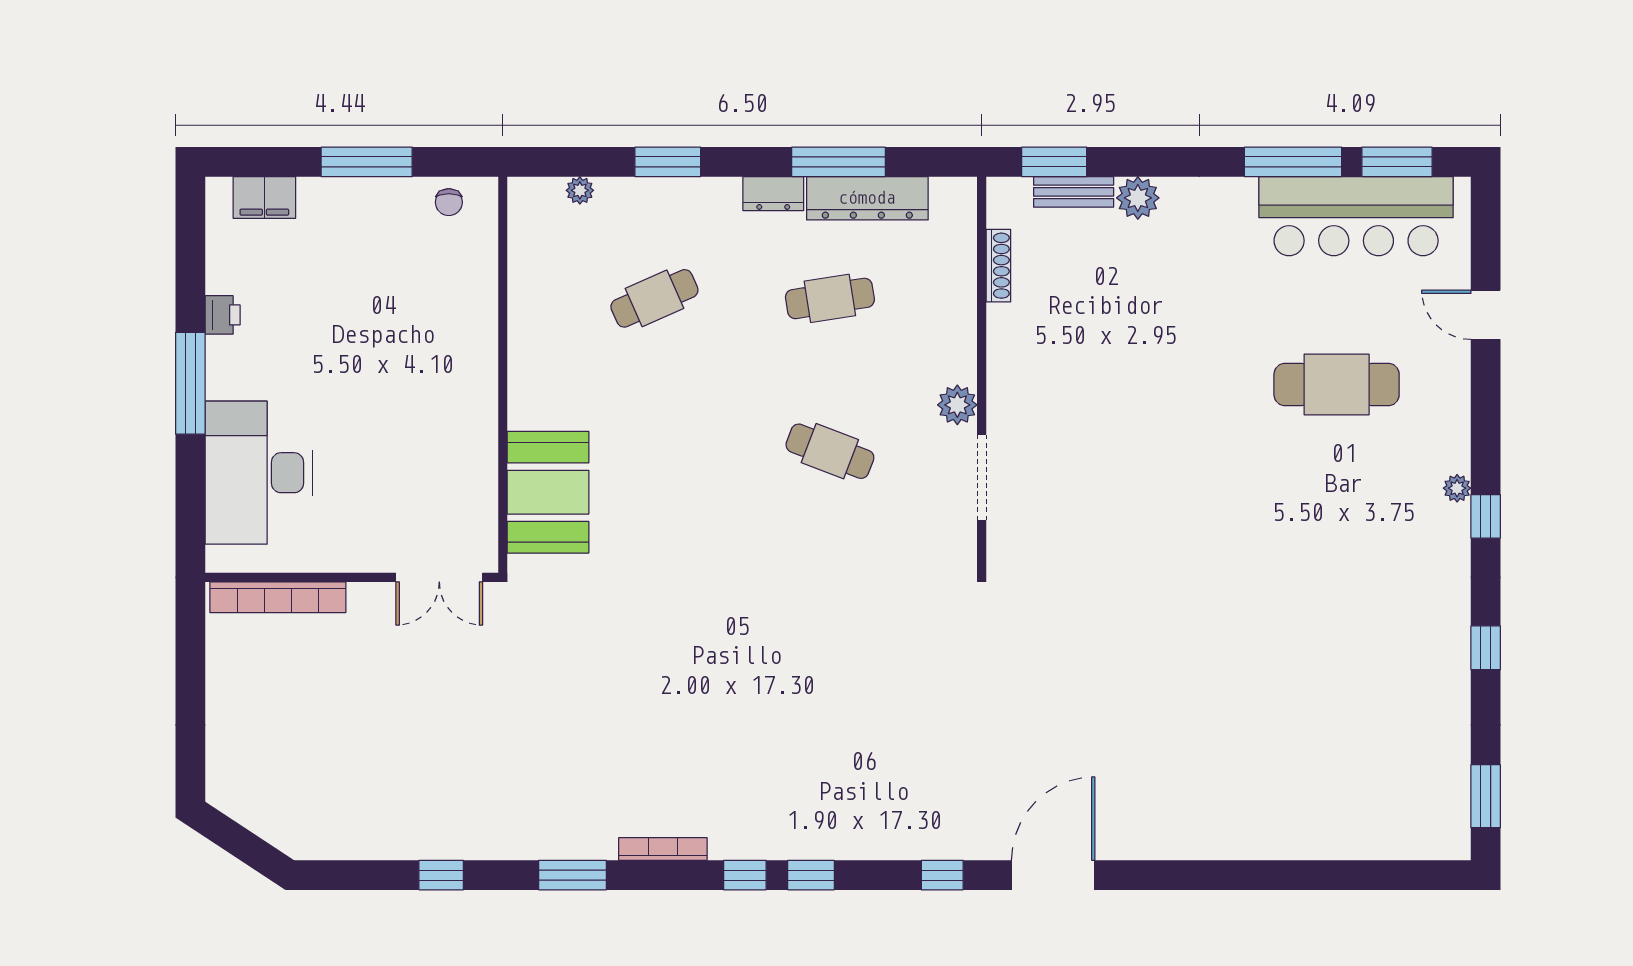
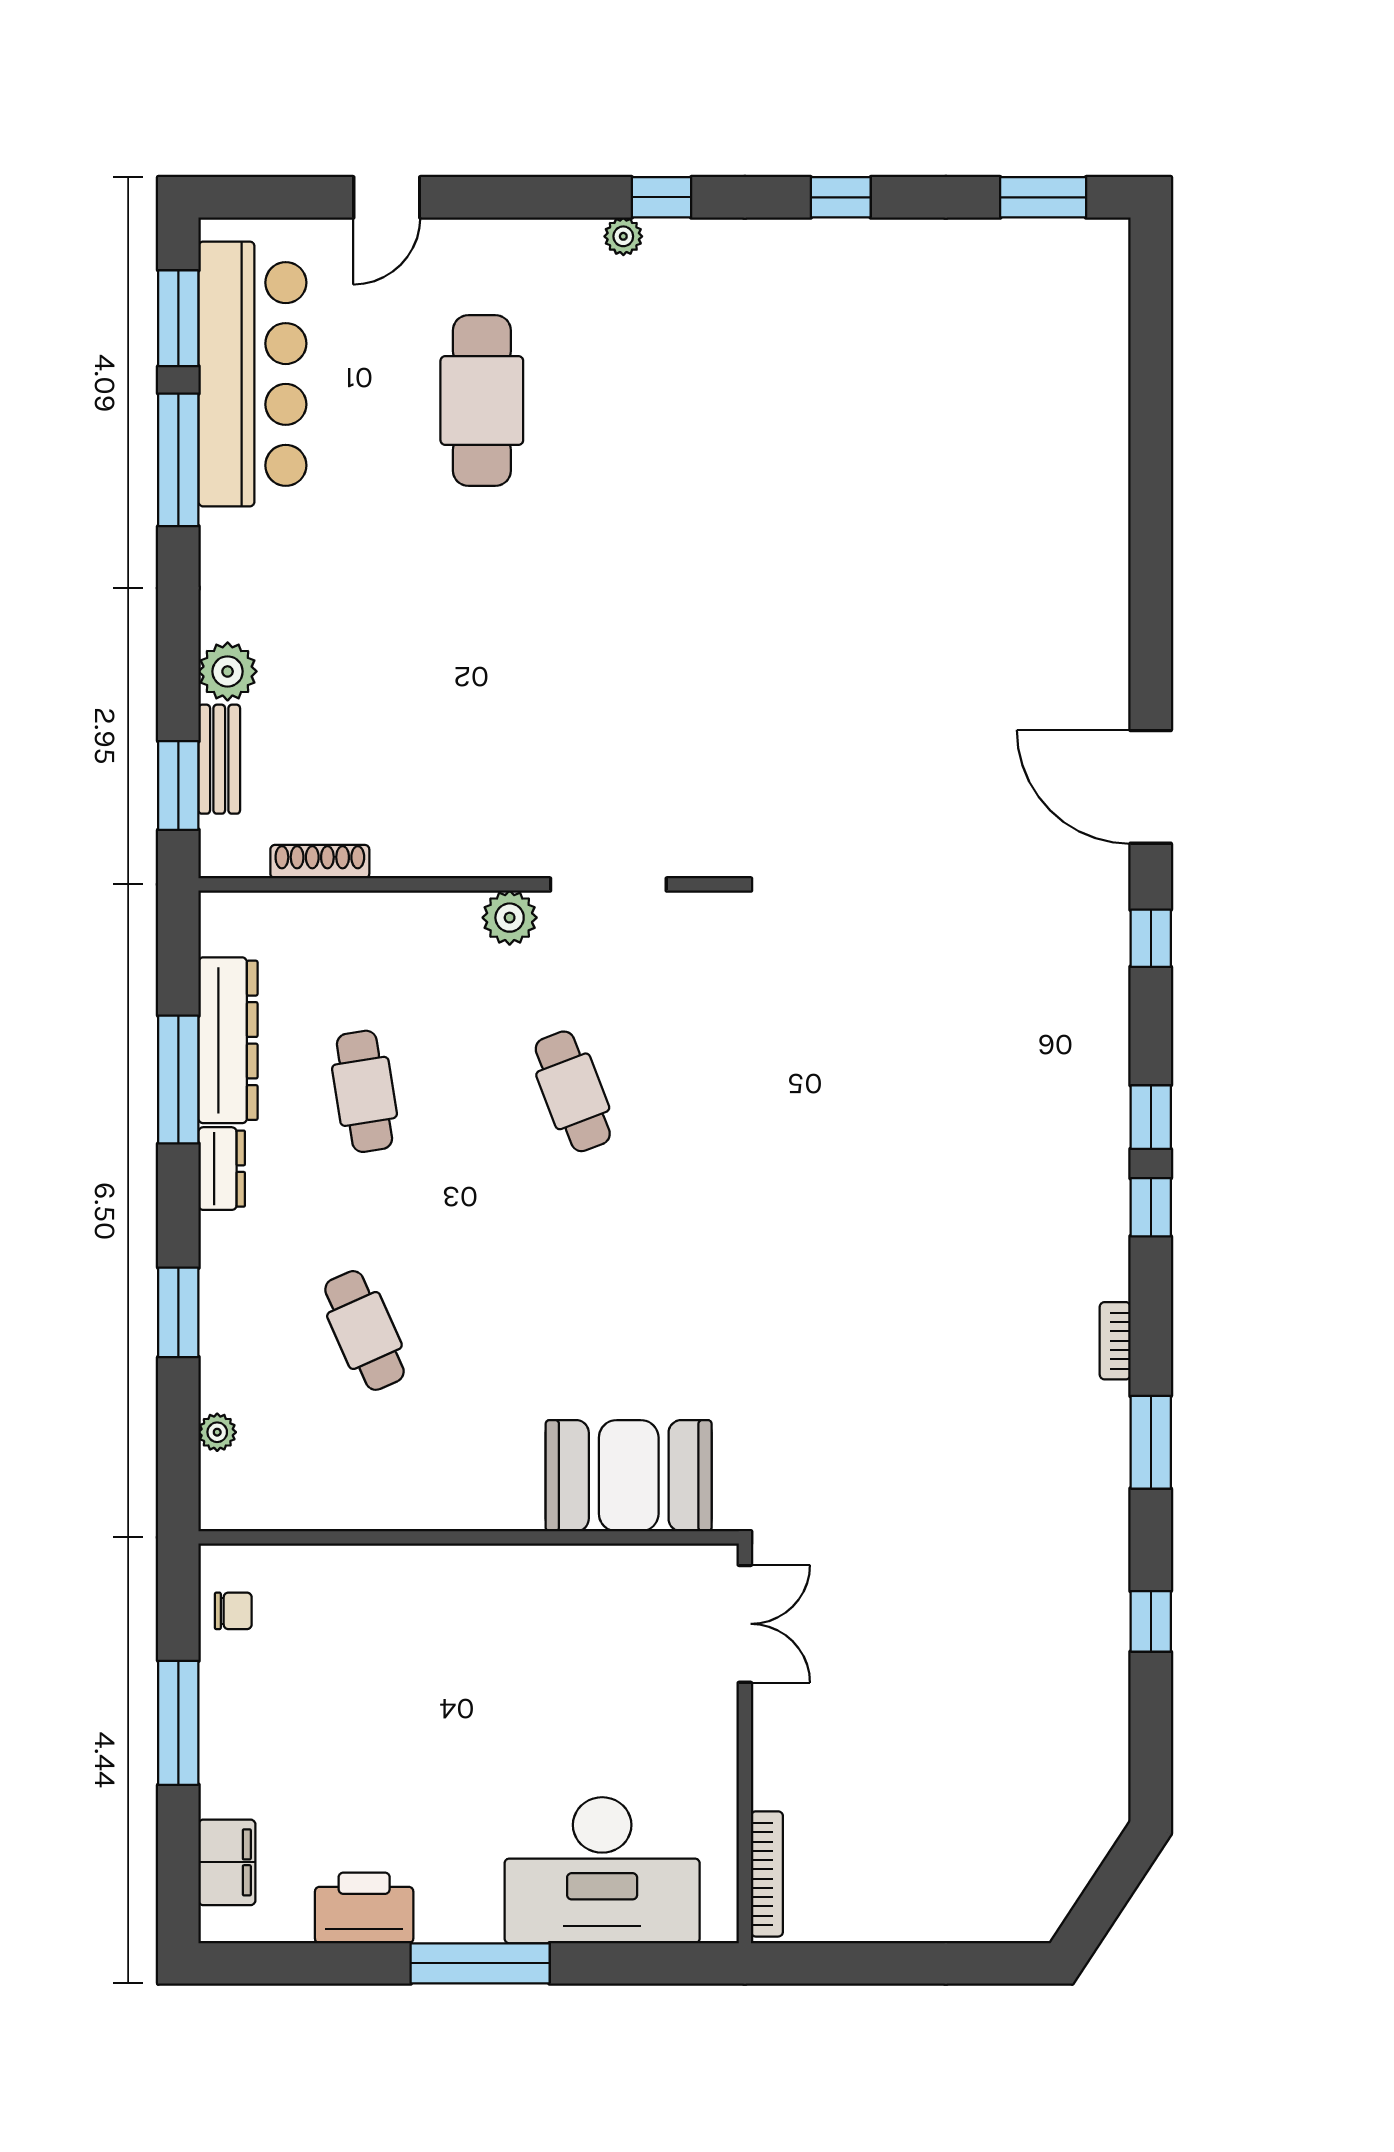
printer: (223, 315) -> (364, 1908), width x1.87, depth x1.48
cafe table: (830, 451) -> (573, 1091), turned -42
bookcase: (278, 597) -> (767, 1874), width x0.68, depth x0.76
bookcase: (663, 849) -> (1115, 1341), width x0.64

